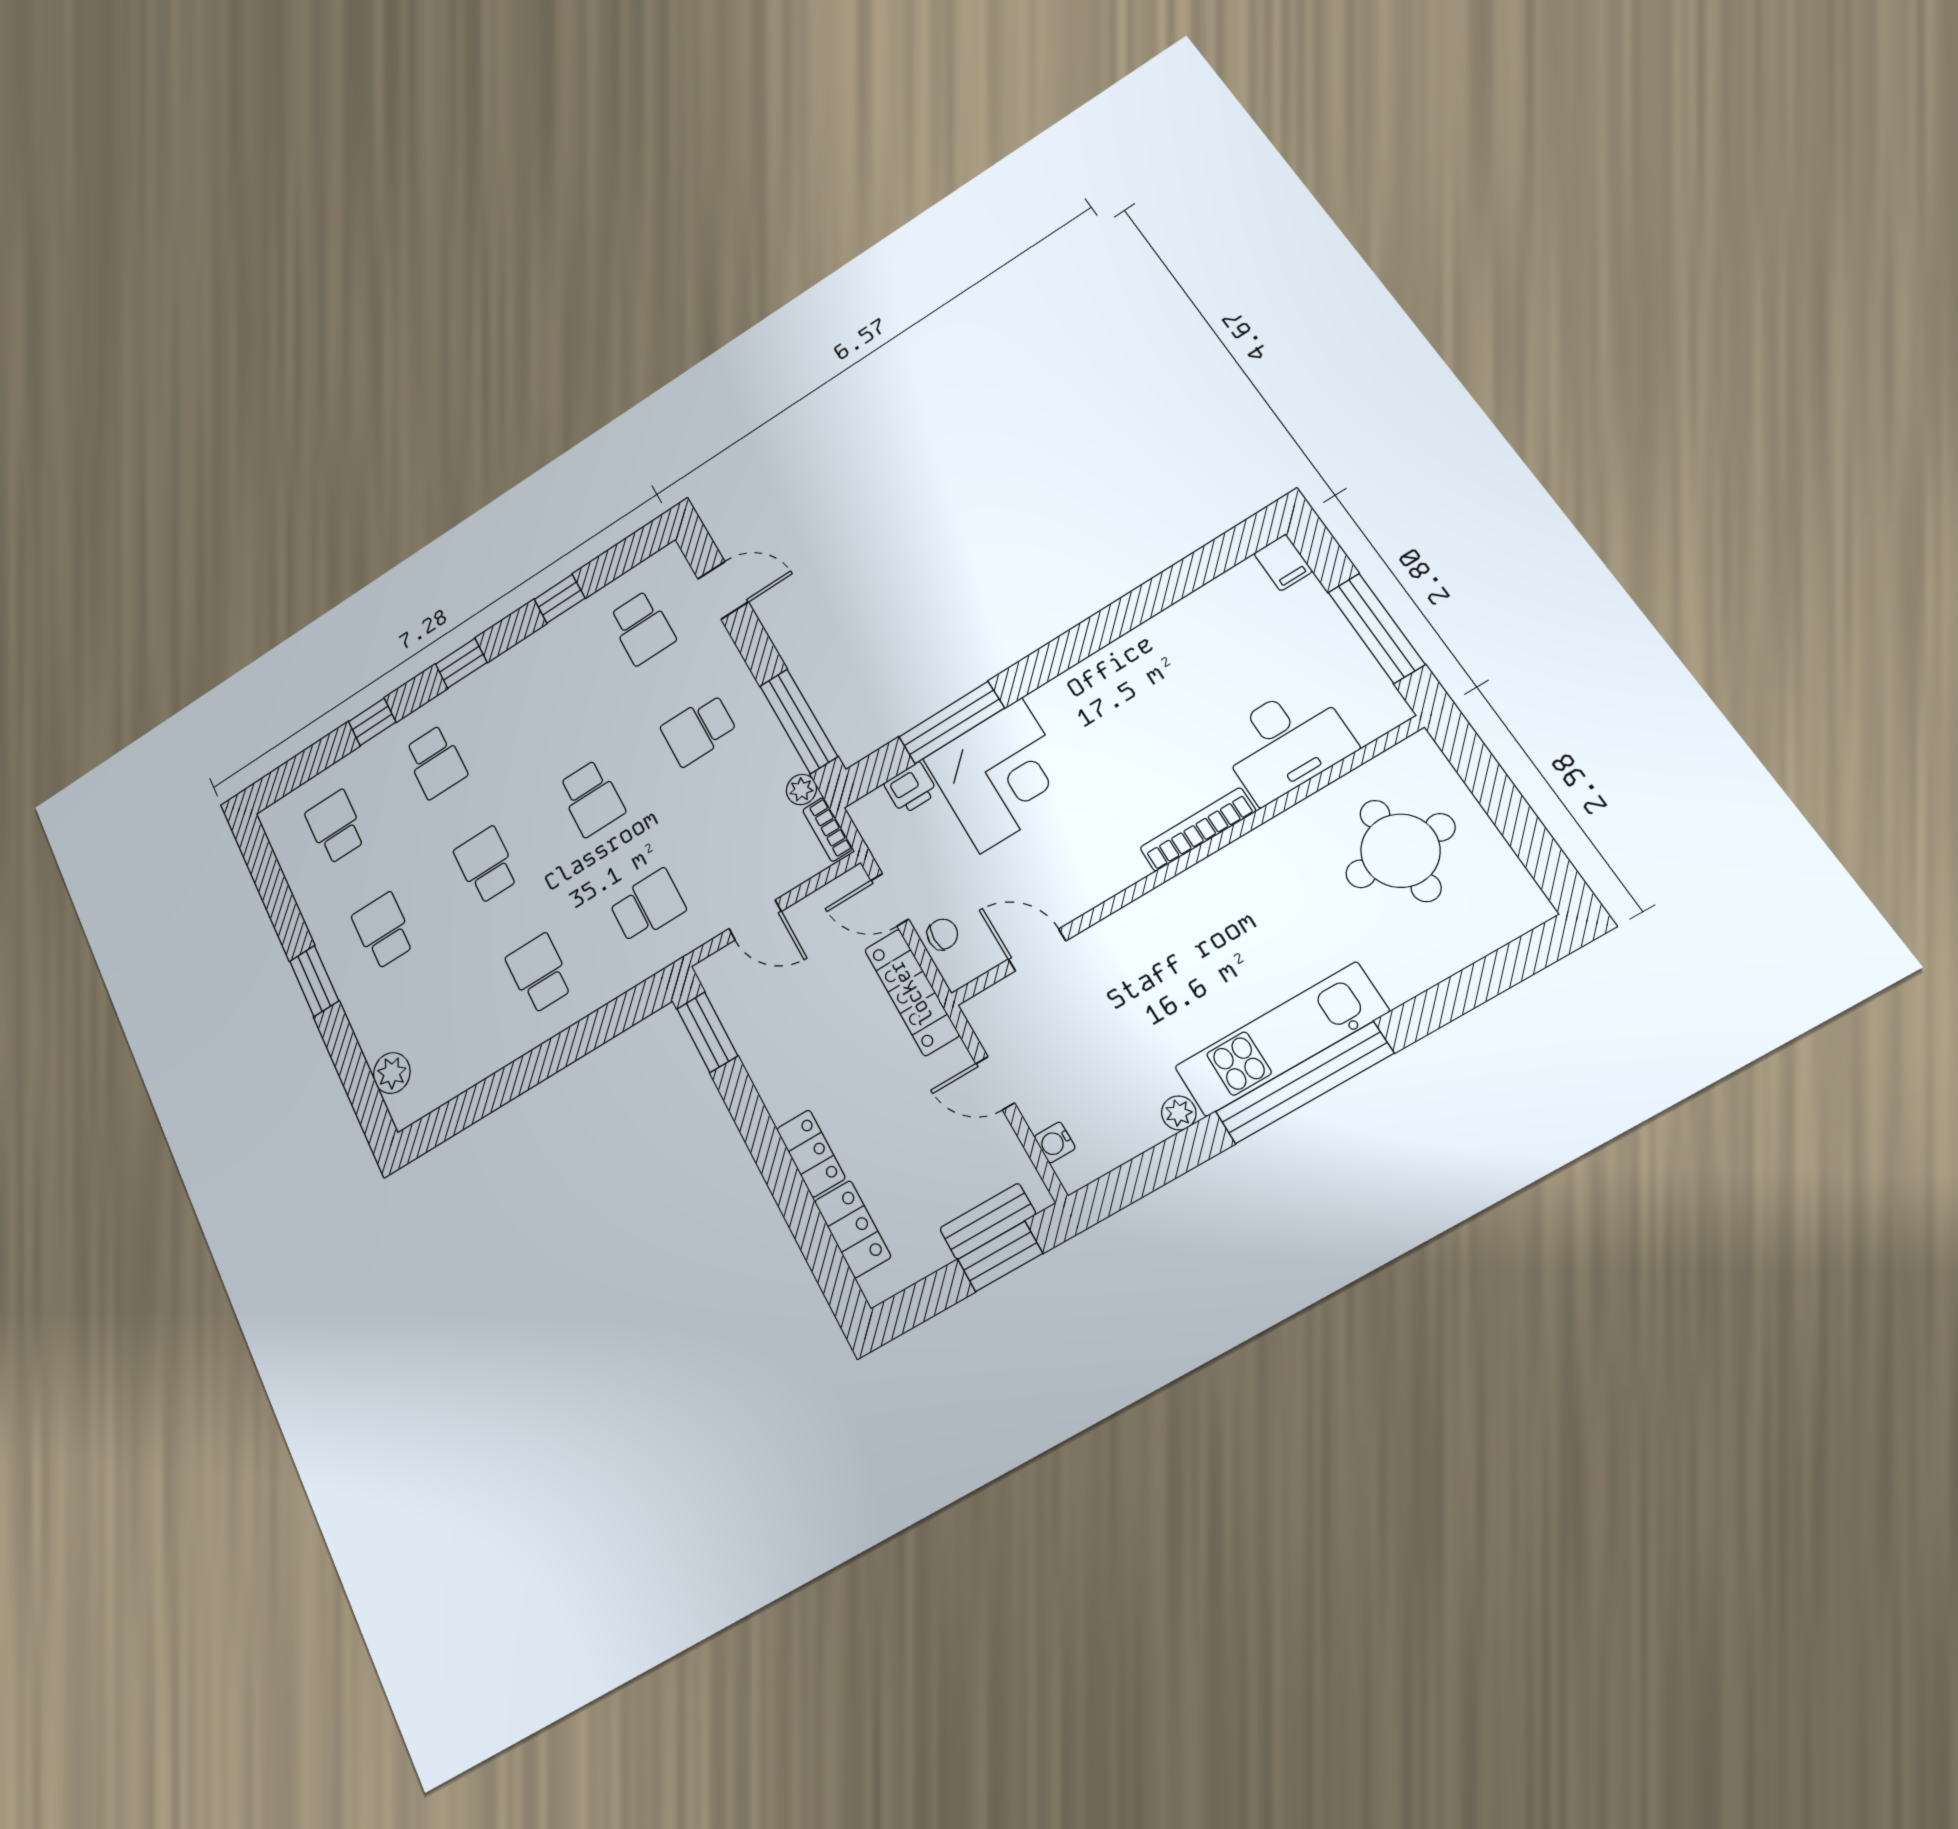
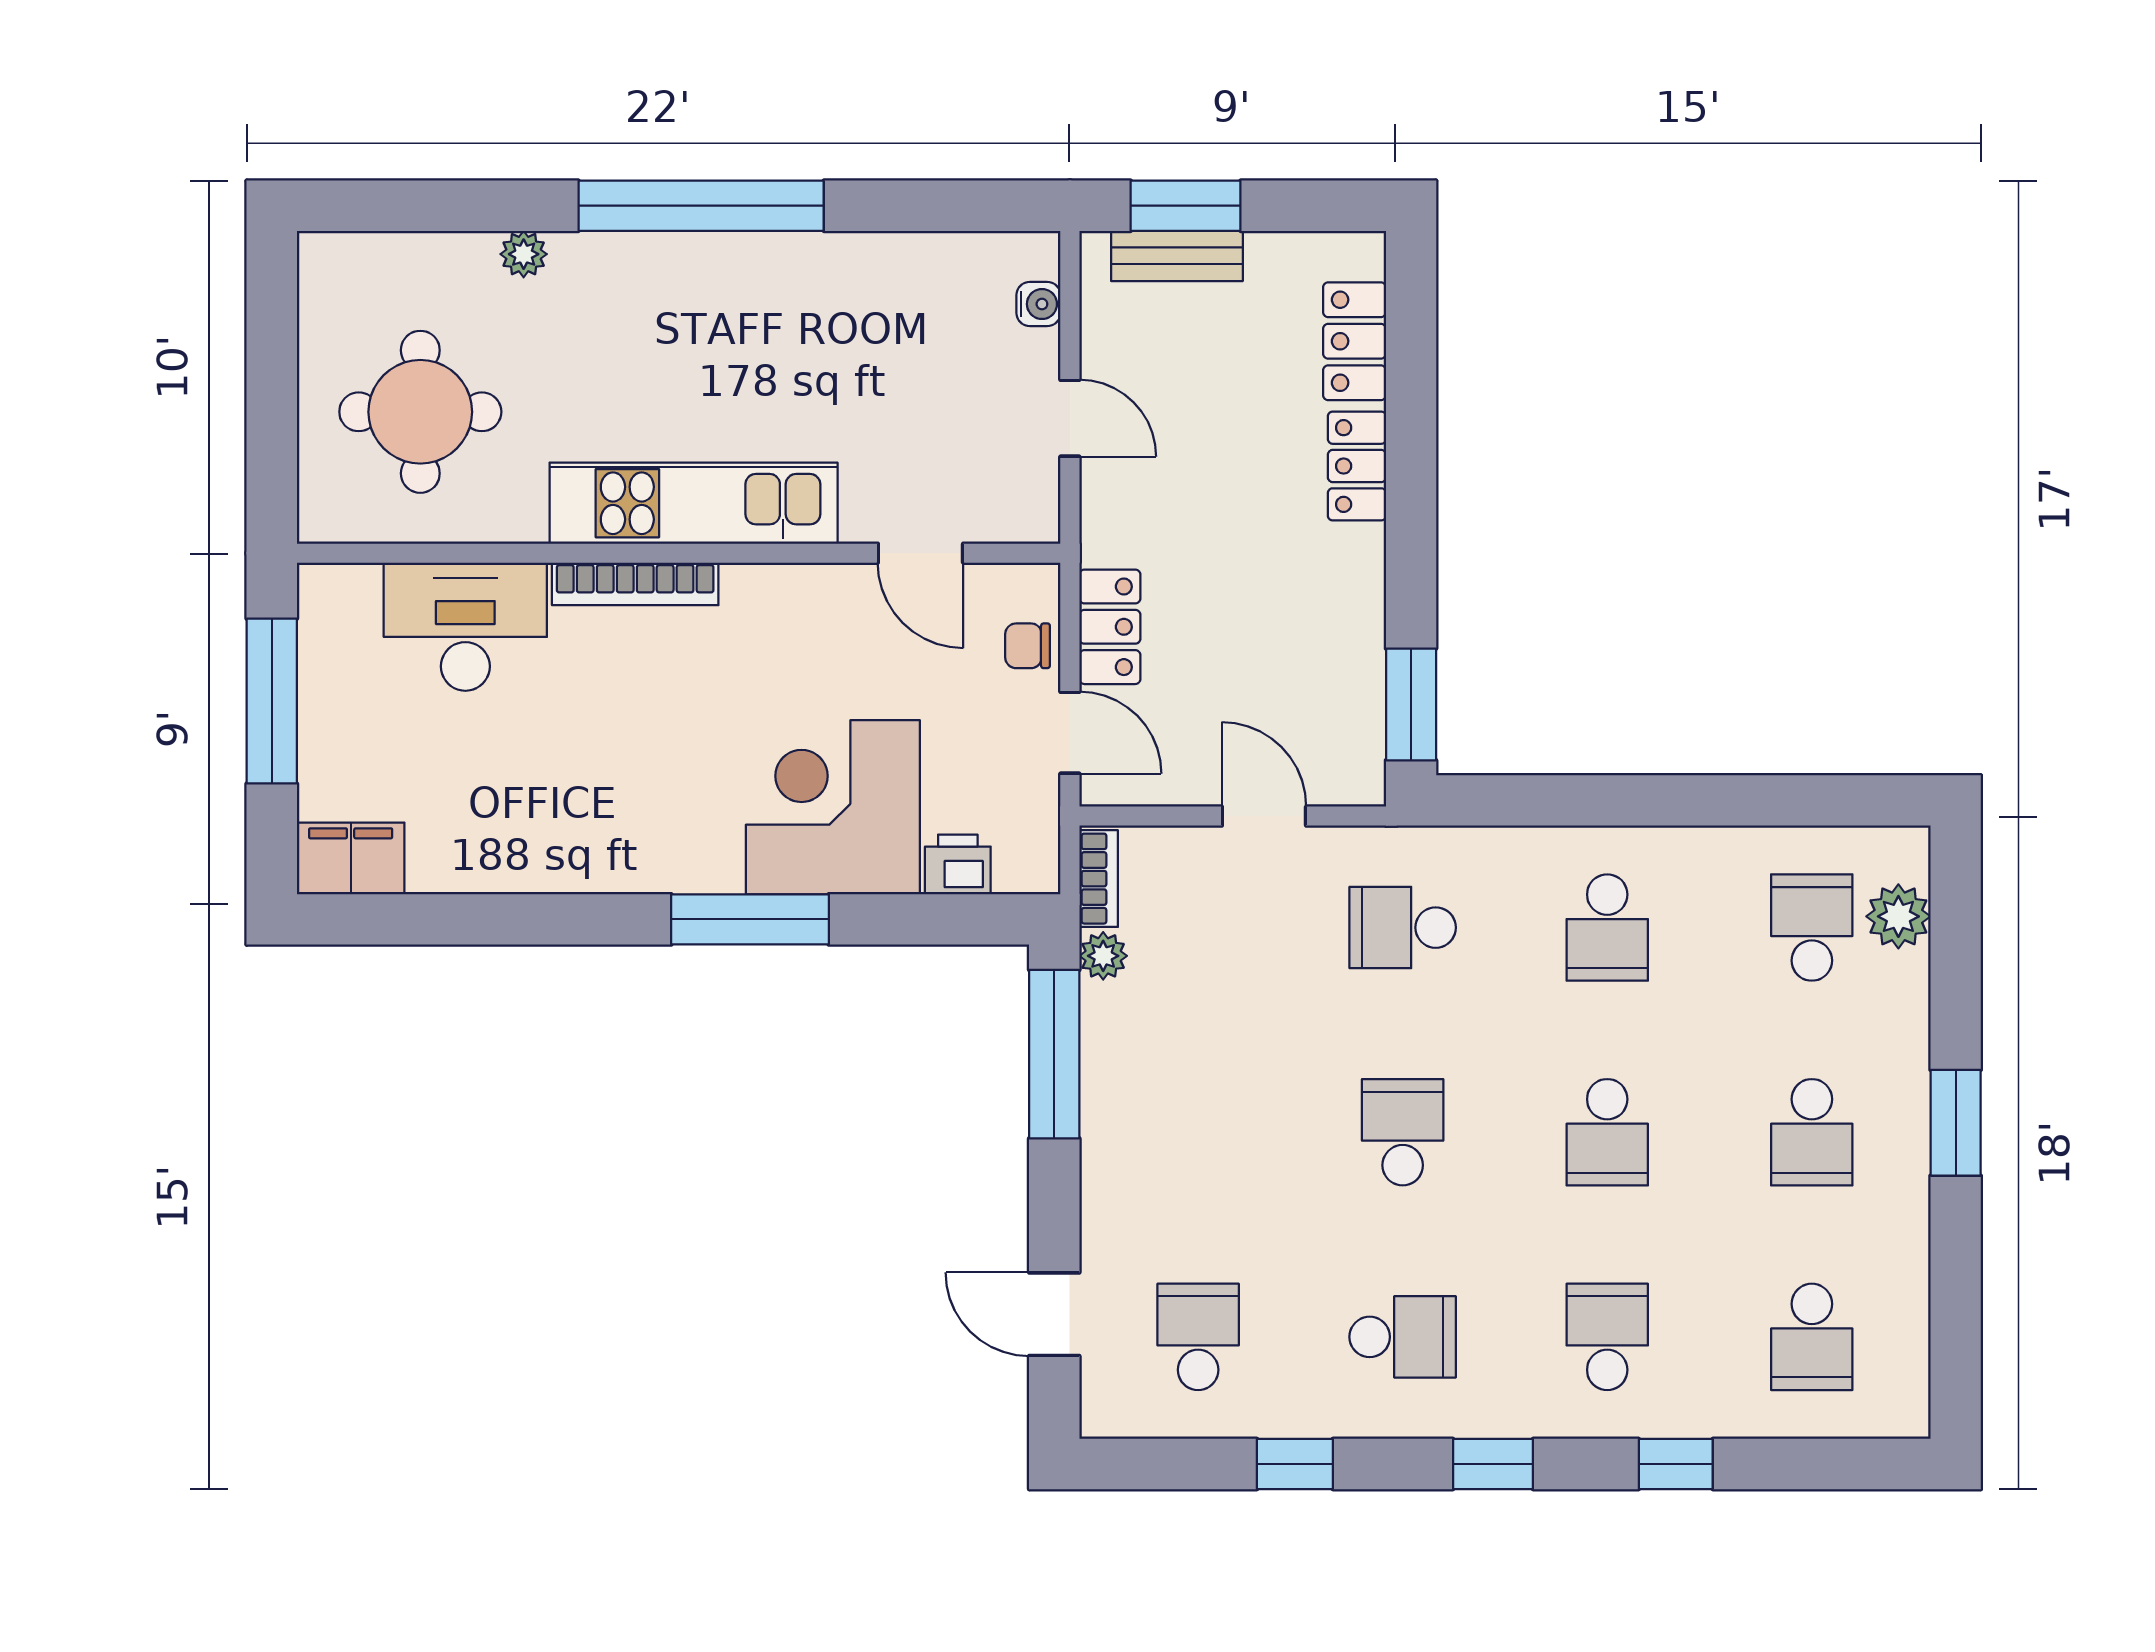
filing cabinet: (1283, 562) -> (351, 858), width x2.00
window: (951, 722) -> (750, 919), moved
school desk: (699, 730) -> (1403, 1337), moved
locker: (912, 992) -> (1110, 627), width x0.66
school desk: (433, 1039) -> (1812, 928), added
kitchen unit: (1281, 1039) -> (694, 503), moved, turned 180
plant: (1179, 1113) -> (524, 254), moved

